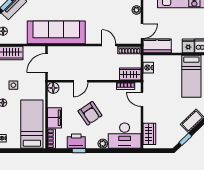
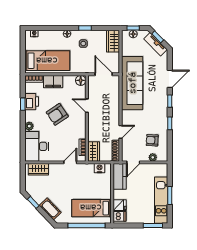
armchair: (118, 11) -> (152, 140), added
door: (142, 31) -> (133, 162), hinge flipped

